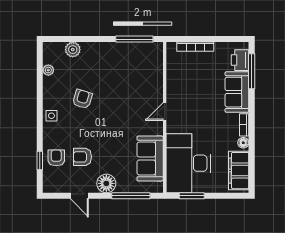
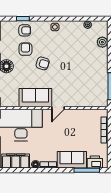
armchair: (82, 99) -> (43, 63), moved
door: (165, 112) -> (58, 108), swing flipped
sofa: (150, 158) -> (35, 98), moved

